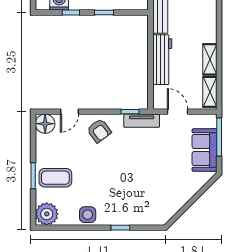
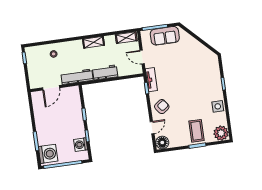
shelving: (210, 59) -> (93, 42), moved
workbench: (162, 60) -> (105, 72), width x0.73
door: (69, 112) -> (152, 128), hinge flipped
door: (178, 112) -> (142, 57), hinge flipped

